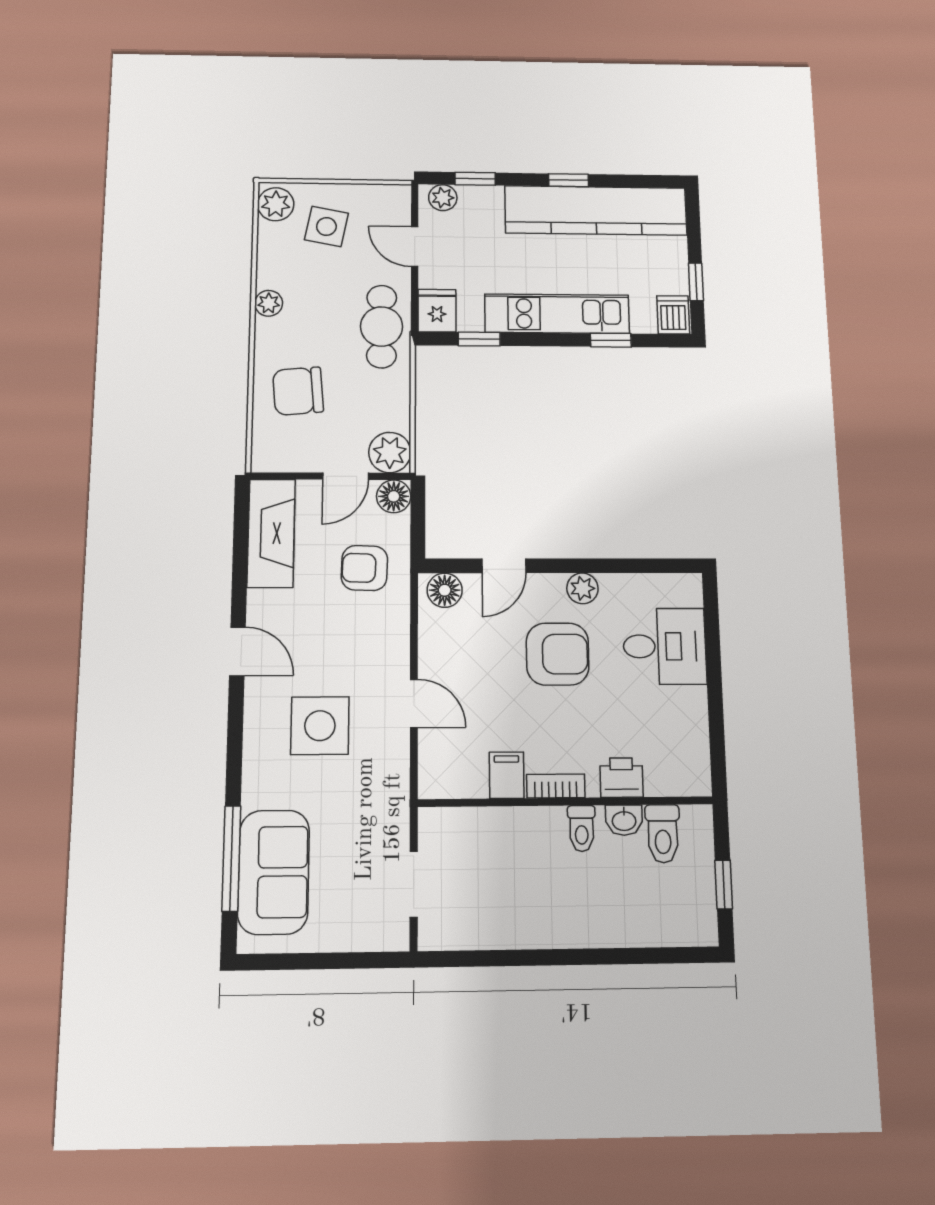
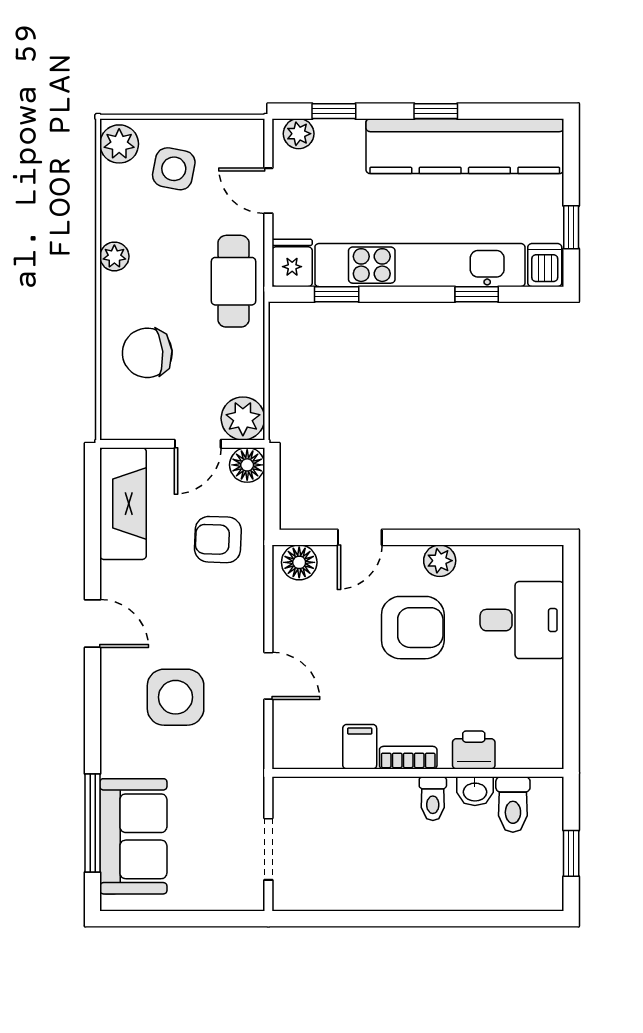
kitchen unit: (557, 314) -> (420, 265), width x1.36

